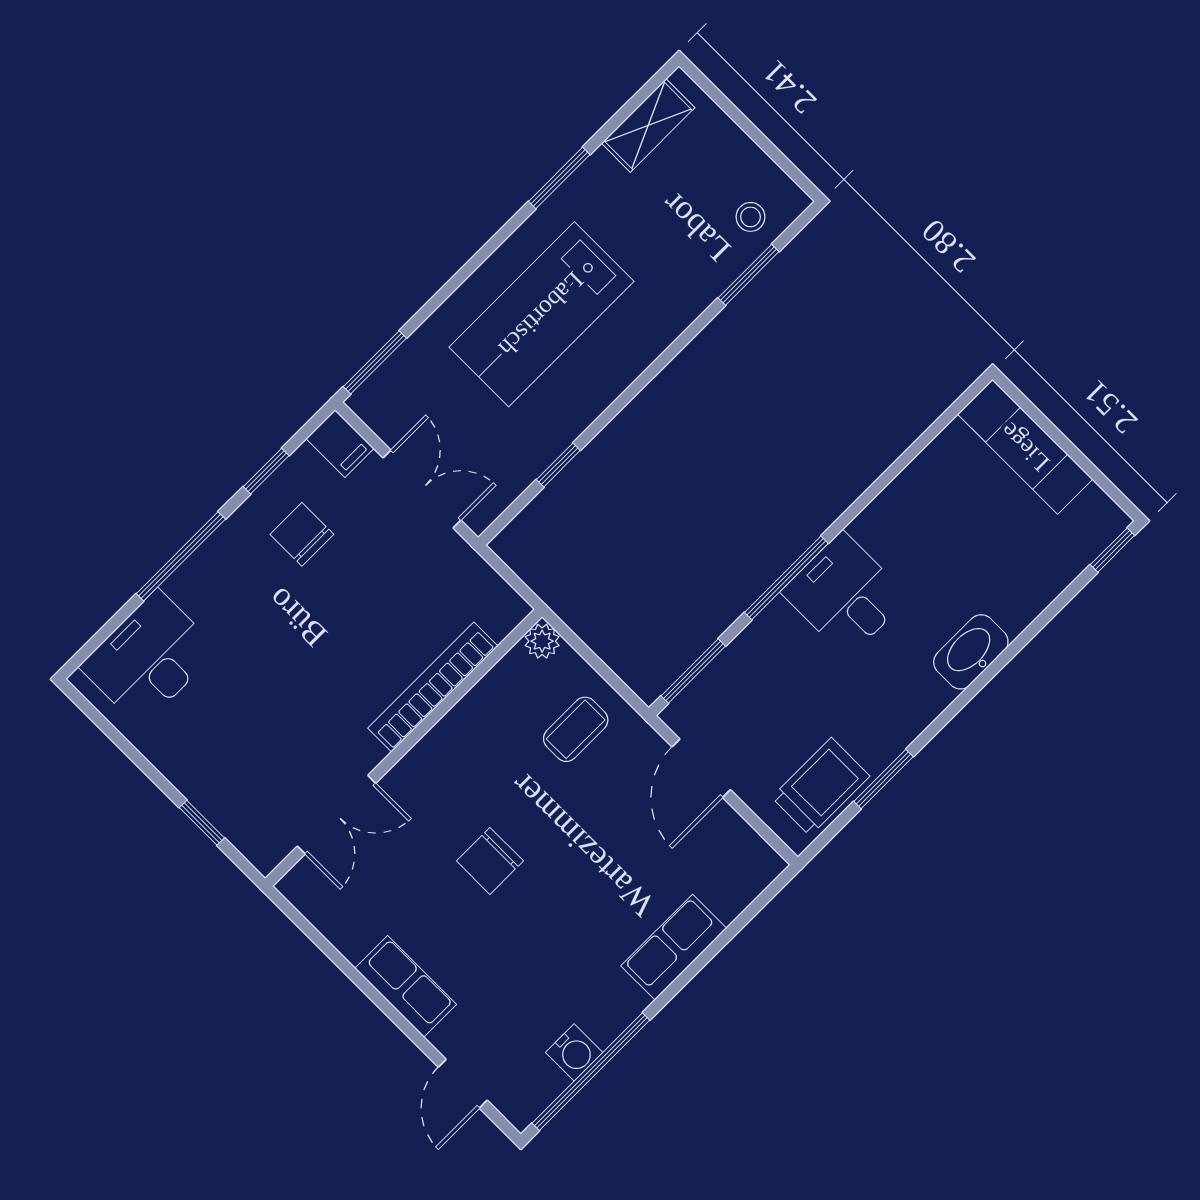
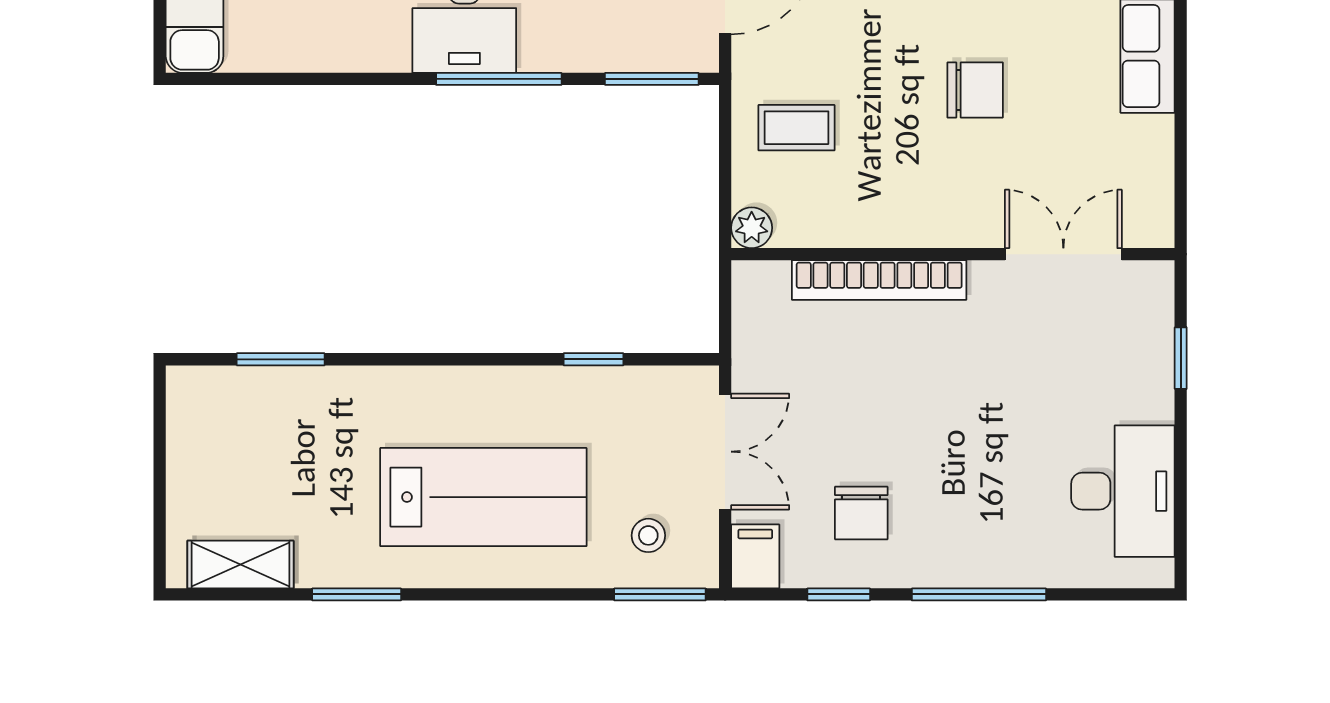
stool: (751, 217) -> (648, 535), moved
double door: (422, 489) -> (725, 452), swing flipped
desk: (149, 658) -> (1123, 491), moved, turned -90

